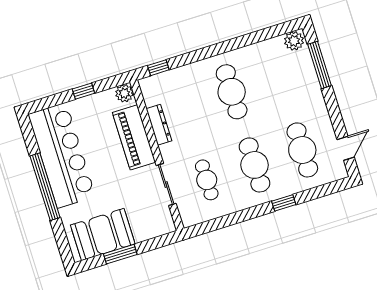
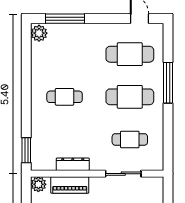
window: (158, 68) -> (26, 150), width x1.50
cafe table: (232, 92) -> (65, 97), width x0.73, depth x0.74
piano: (134, 137) -> (70, 185), width x0.73, depth x0.75
window: (284, 203) -> (168, 83), width x2.17

